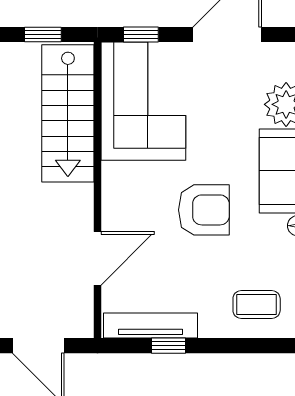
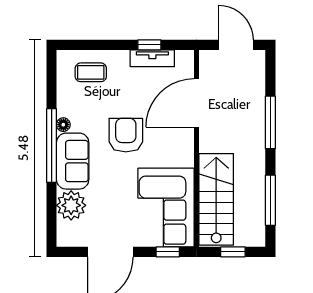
armchair: (204, 210) -> (126, 135), turned 90
door: (98, 258) -> (197, 103), width x1.36
tv unit: (150, 326) -> (152, 58), width x0.71

